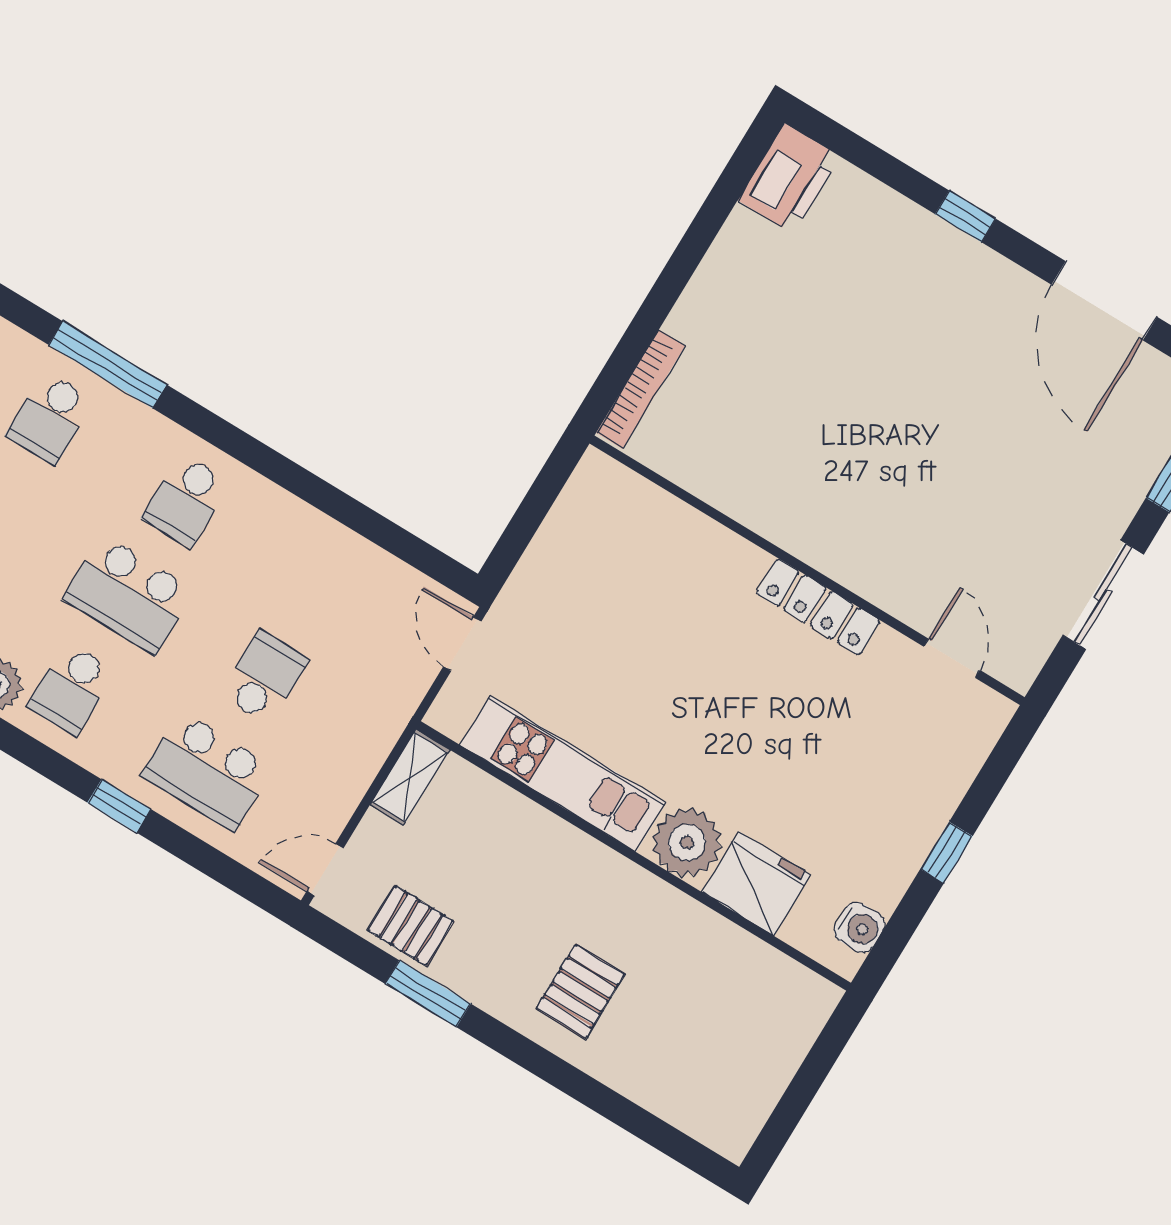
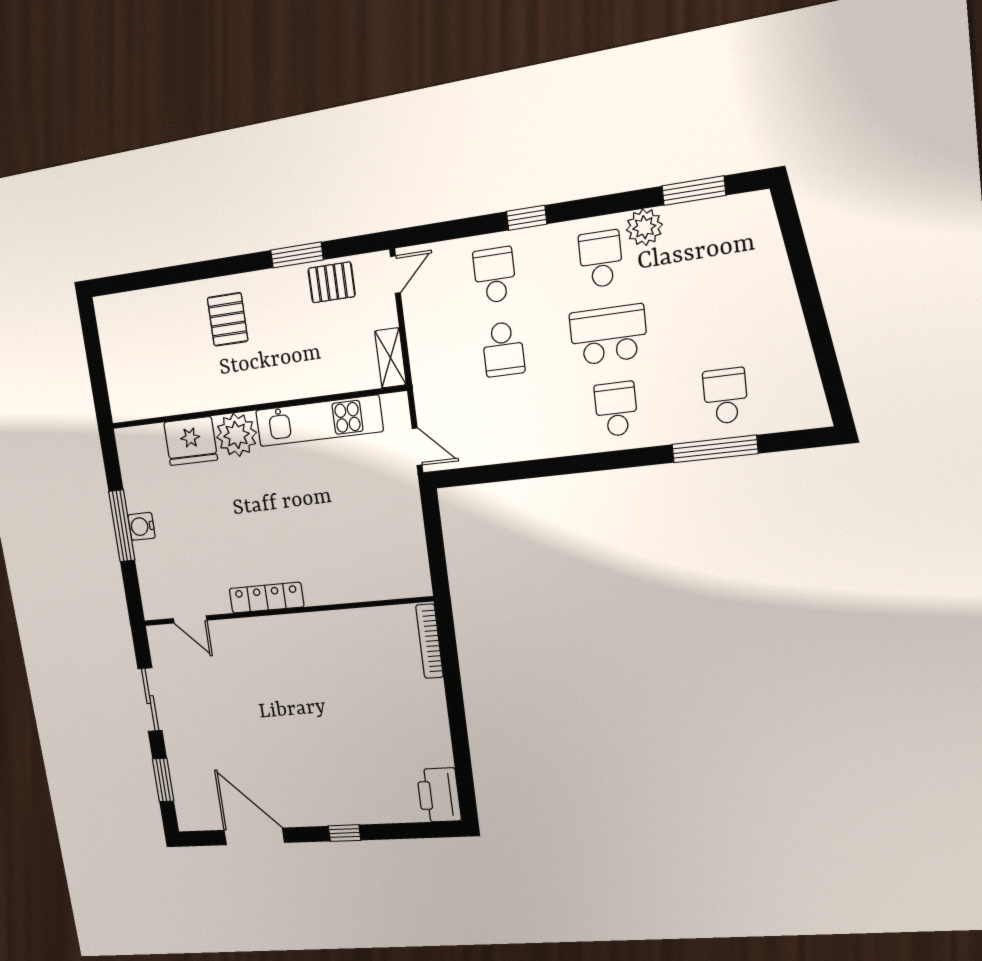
school desk: (207, 771) -> (495, 275), width x0.54
window: (946, 852) -> (122, 526), width x2.17
water cooler: (859, 927) -> (141, 526), moved

